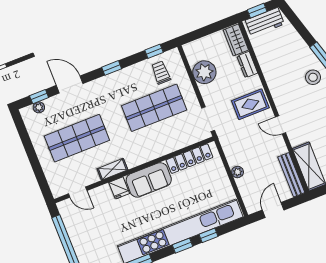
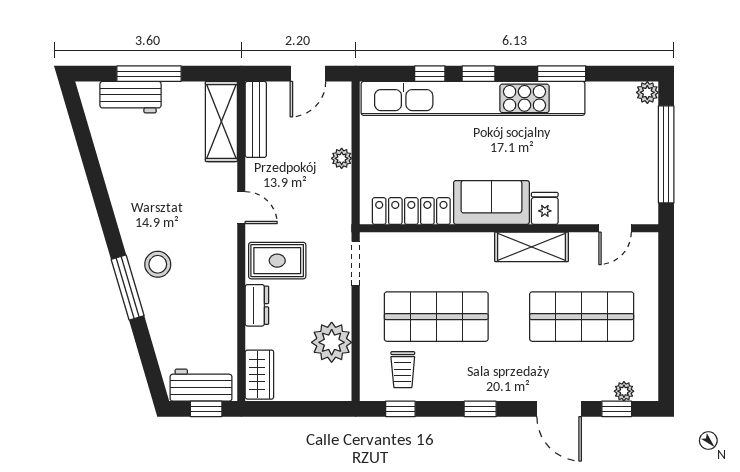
dresser: (247, 65) -> (257, 305), moved
shelving: (112, 169) -> (532, 247), width x1.50, depth x1.33
door: (78, 192) -> (615, 228), swing flipped

